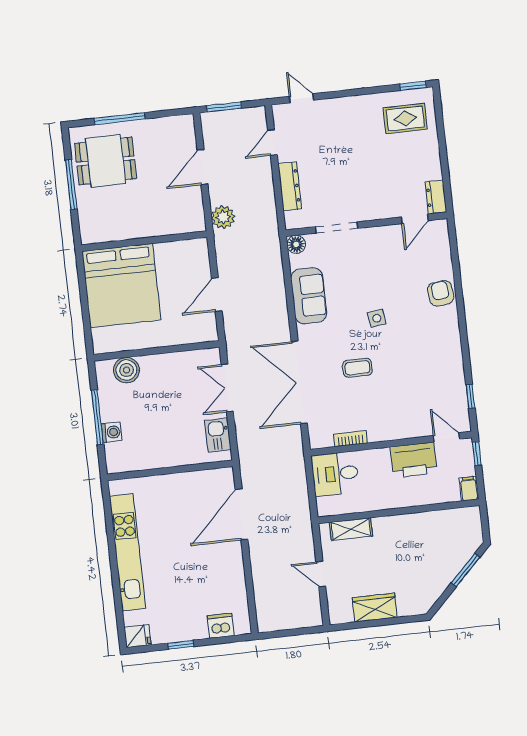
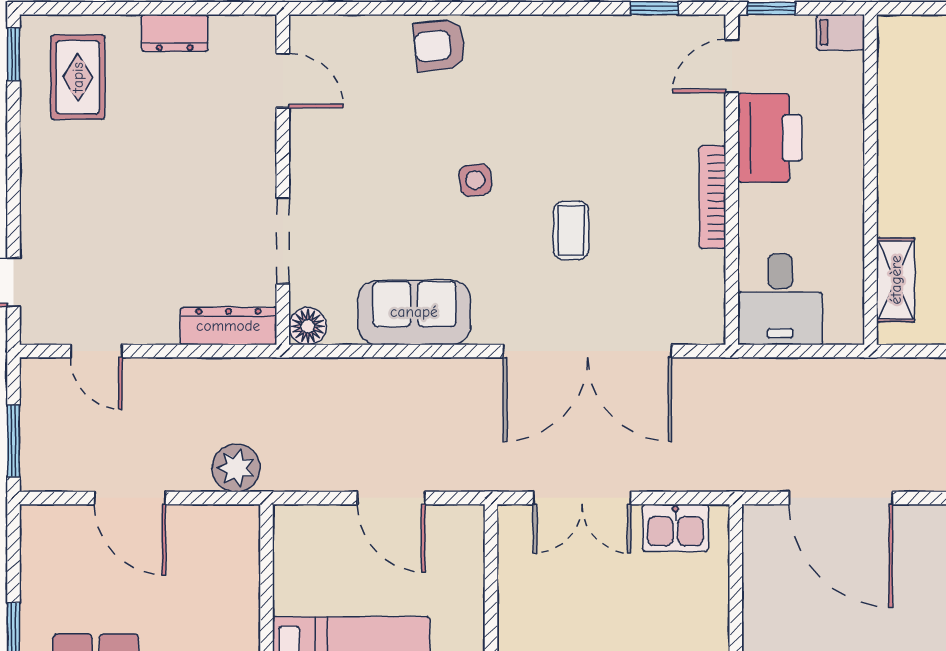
dresser: (290, 186) -> (228, 326), moved
dresser: (436, 197) -> (175, 33), moved
bookcase: (350, 439) -> (712, 197), moved, width x1.56

